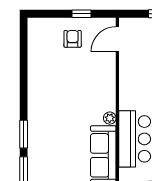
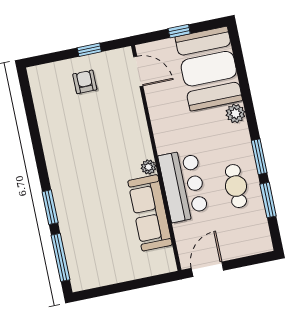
door: (117, 39) -> (138, 71), swing flipped

